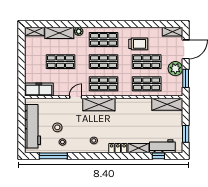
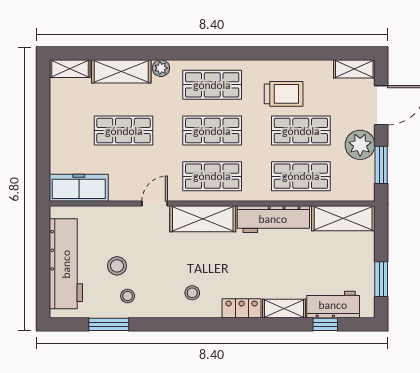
workbench: (133, 105) -> (273, 219), added
window: (53, 156) -> (109, 324), width x0.69

